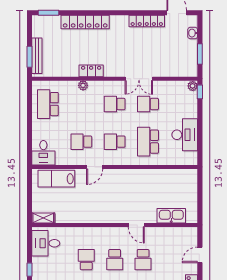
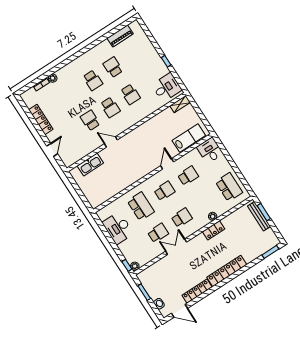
locker: (85, 22) -> (227, 271), moved
school desk: (115, 260) -> (110, 107), turned 180

